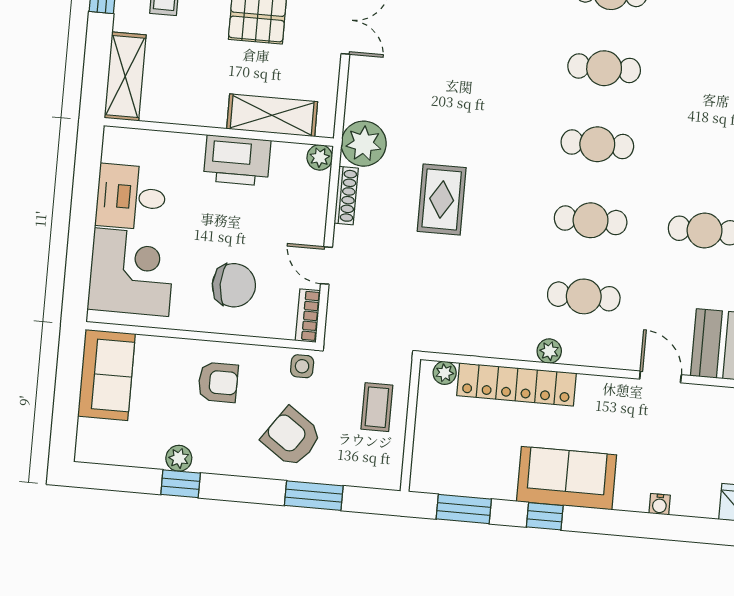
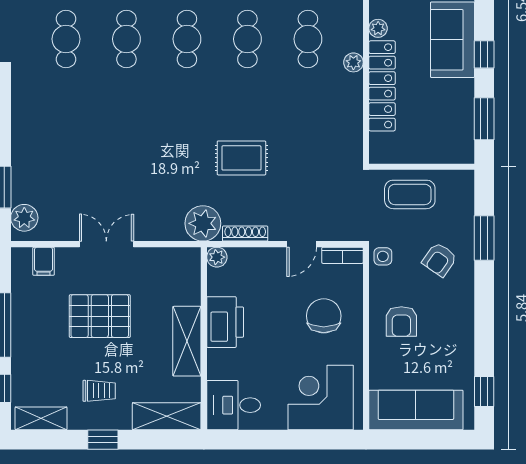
shelving: (272, 115) -> (187, 341), moved
desk: (131, 197) -> (234, 405), moved, turned 90
plant: (445, 373) -> (378, 28), moved
sofa: (106, 375) -> (416, 410), width x1.36
armchair: (218, 382) -> (401, 321), turned 180
coffee table: (377, 407) -> (410, 194), width x1.36, depth x1.30
armchair: (292, 437) -> (440, 260), width x0.72, depth x0.72
plant: (179, 458) -> (464, 347), removed
window: (181, 484) -> (484, 391), moved

